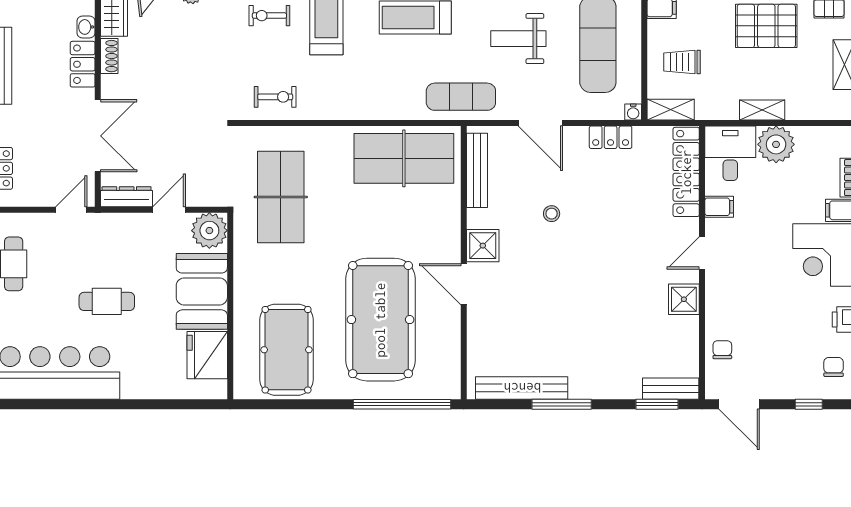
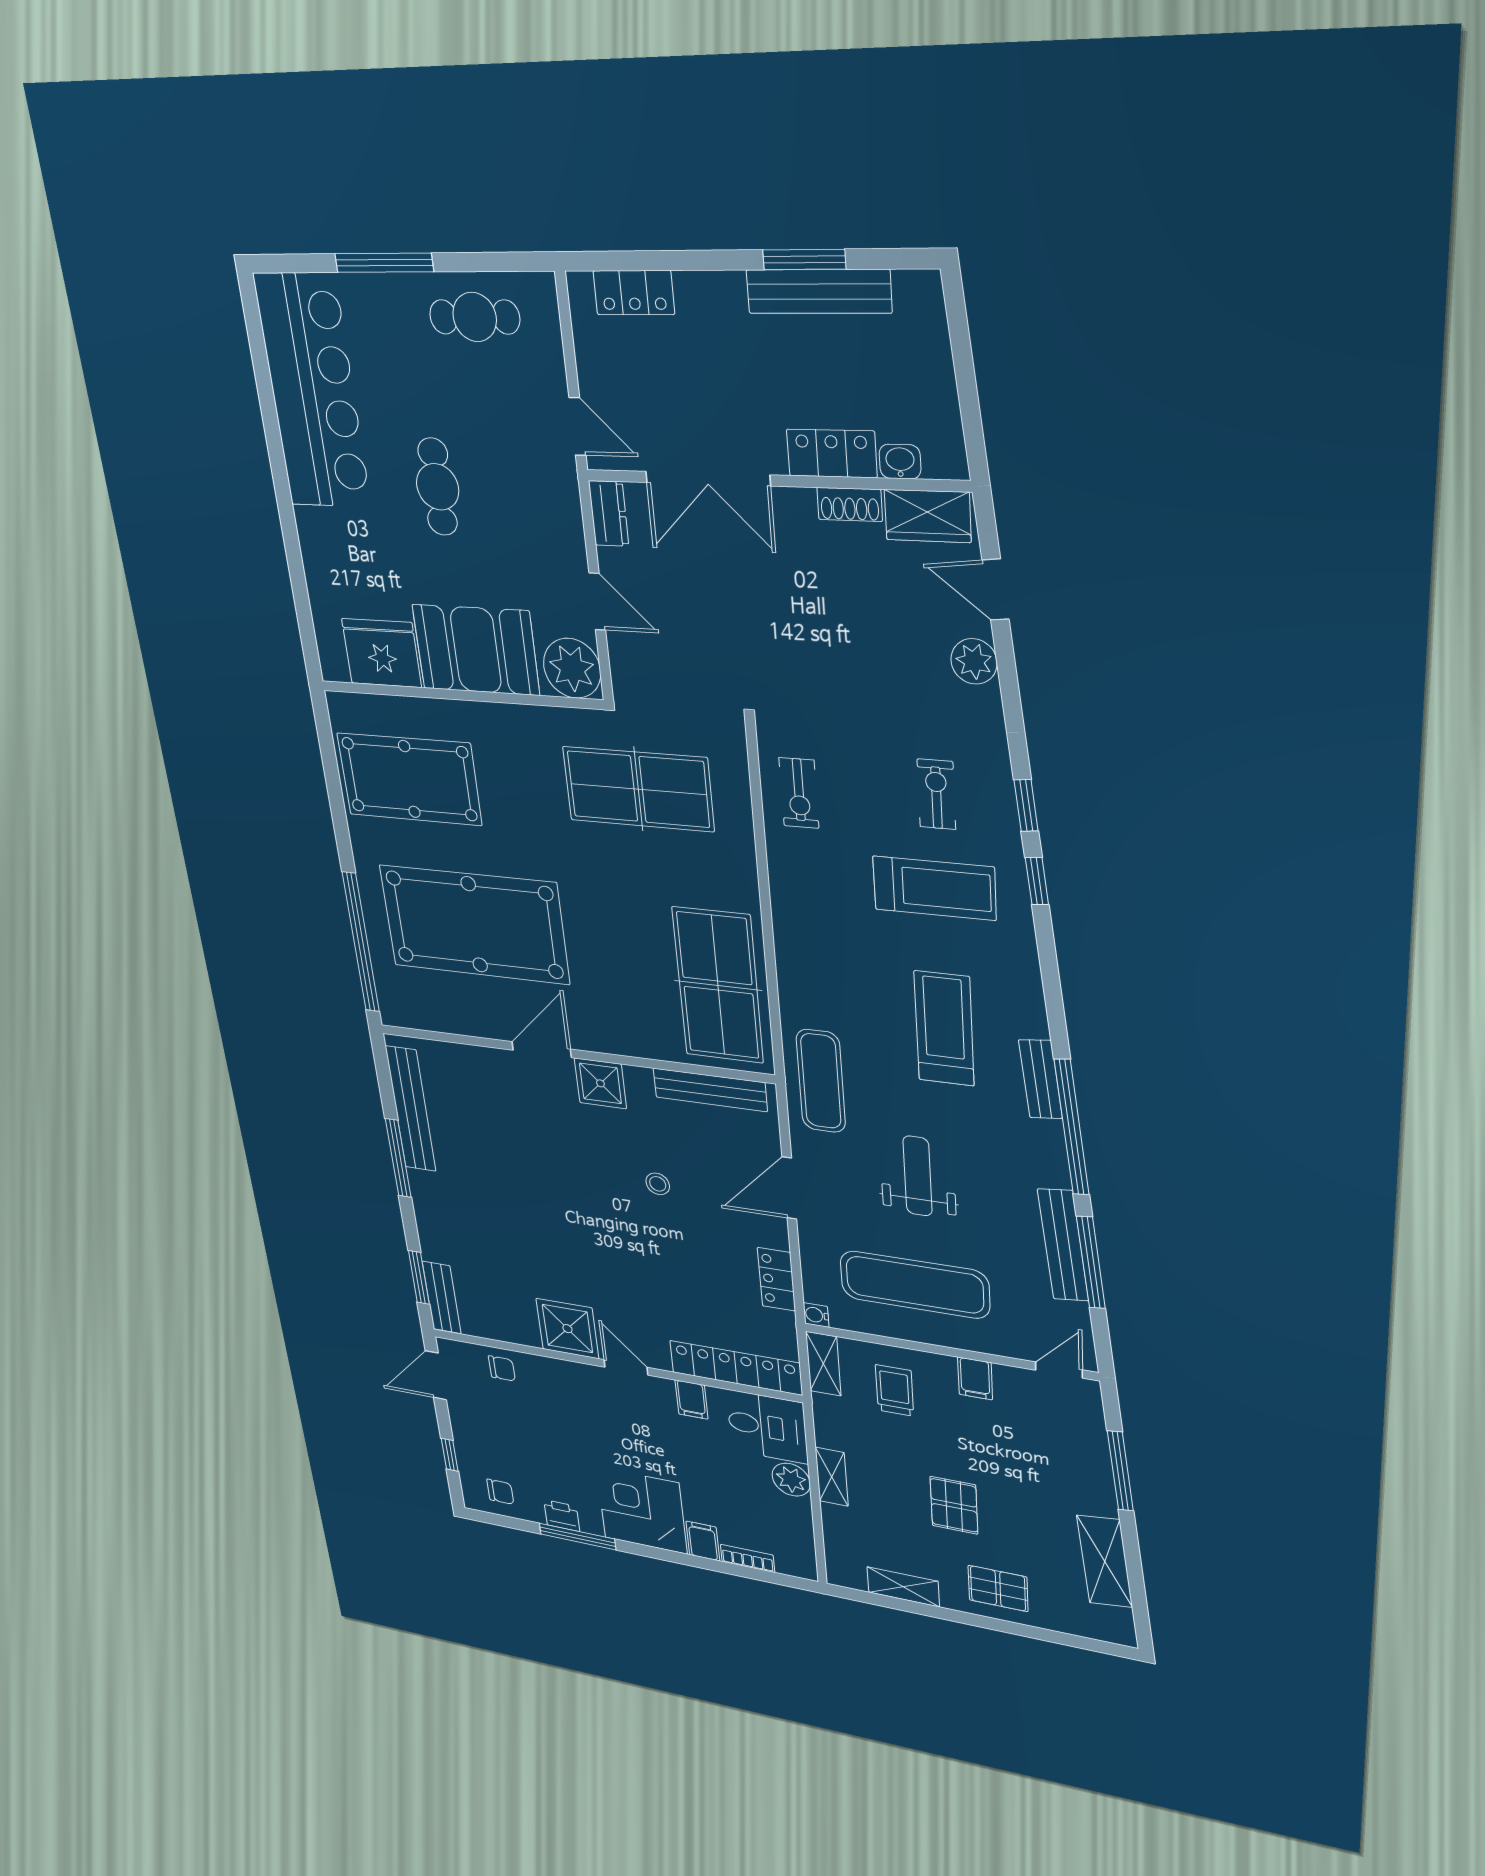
pallet: (766, 26) -> (954, 1505), width x0.67, depth x0.71
plant: (776, 144) -> (791, 1480), width x0.73, depth x0.73
dresser: (127, 197) -> (609, 514), width x0.70
shower: (684, 299) -> (567, 1329), width x1.36, depth x1.36

